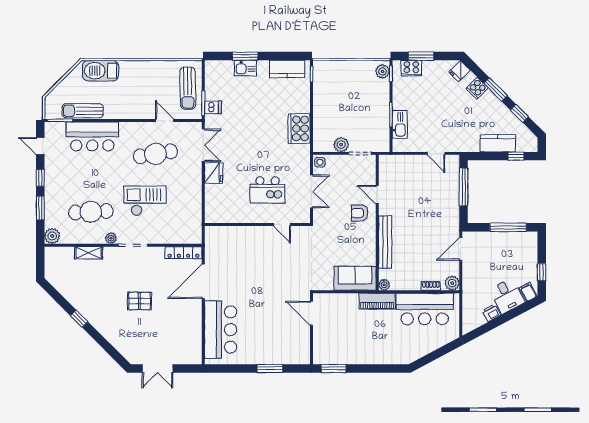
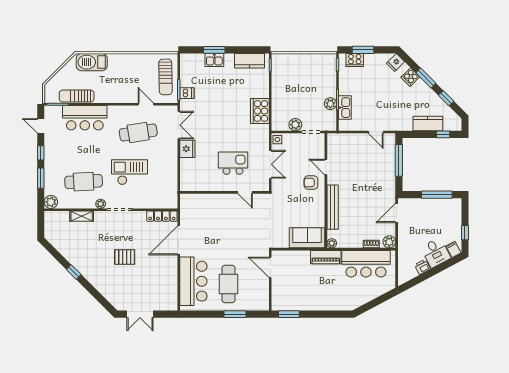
plant: (383, 71) -> (330, 104), moved
kitchen island: (267, 190) -> (233, 163), turned 180
cafe table: (262, 333) -> (228, 284), added

